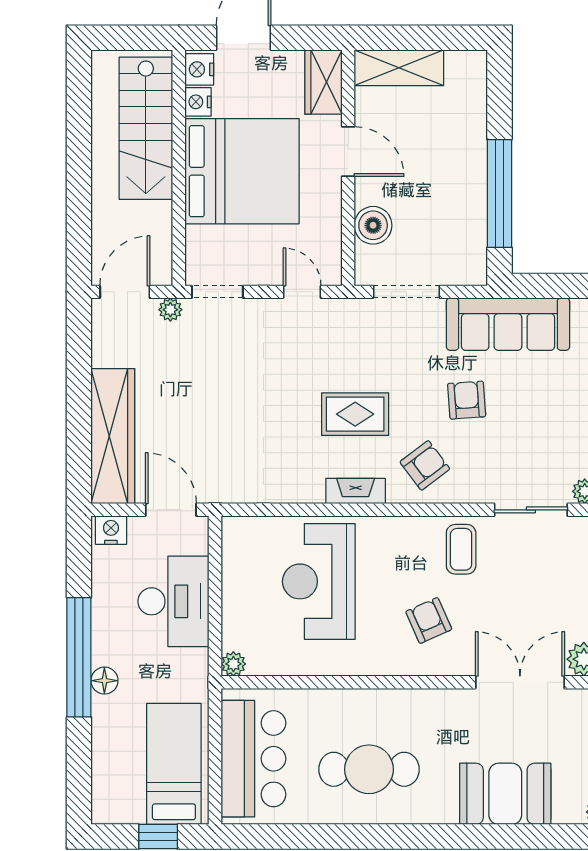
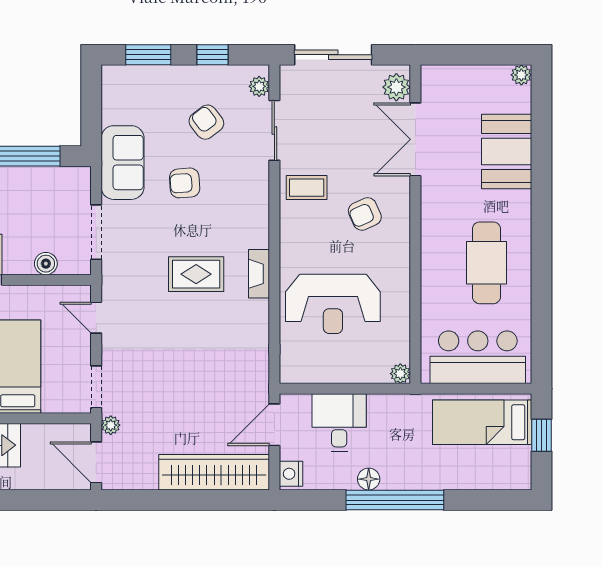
boiler: (373, 225) -> (46, 264), width x0.73, depth x0.73
door: (302, 292) -> (96, 318), hinge flipped
sofa: (508, 324) -> (123, 163), width x0.73
rug: (355, 414) -> (196, 274), turned 90
armchair: (425, 465) -> (206, 122), moved
desk: (173, 601) -> (339, 423), width x0.73
floor lamp: (104, 681) -> (369, 479), moved

